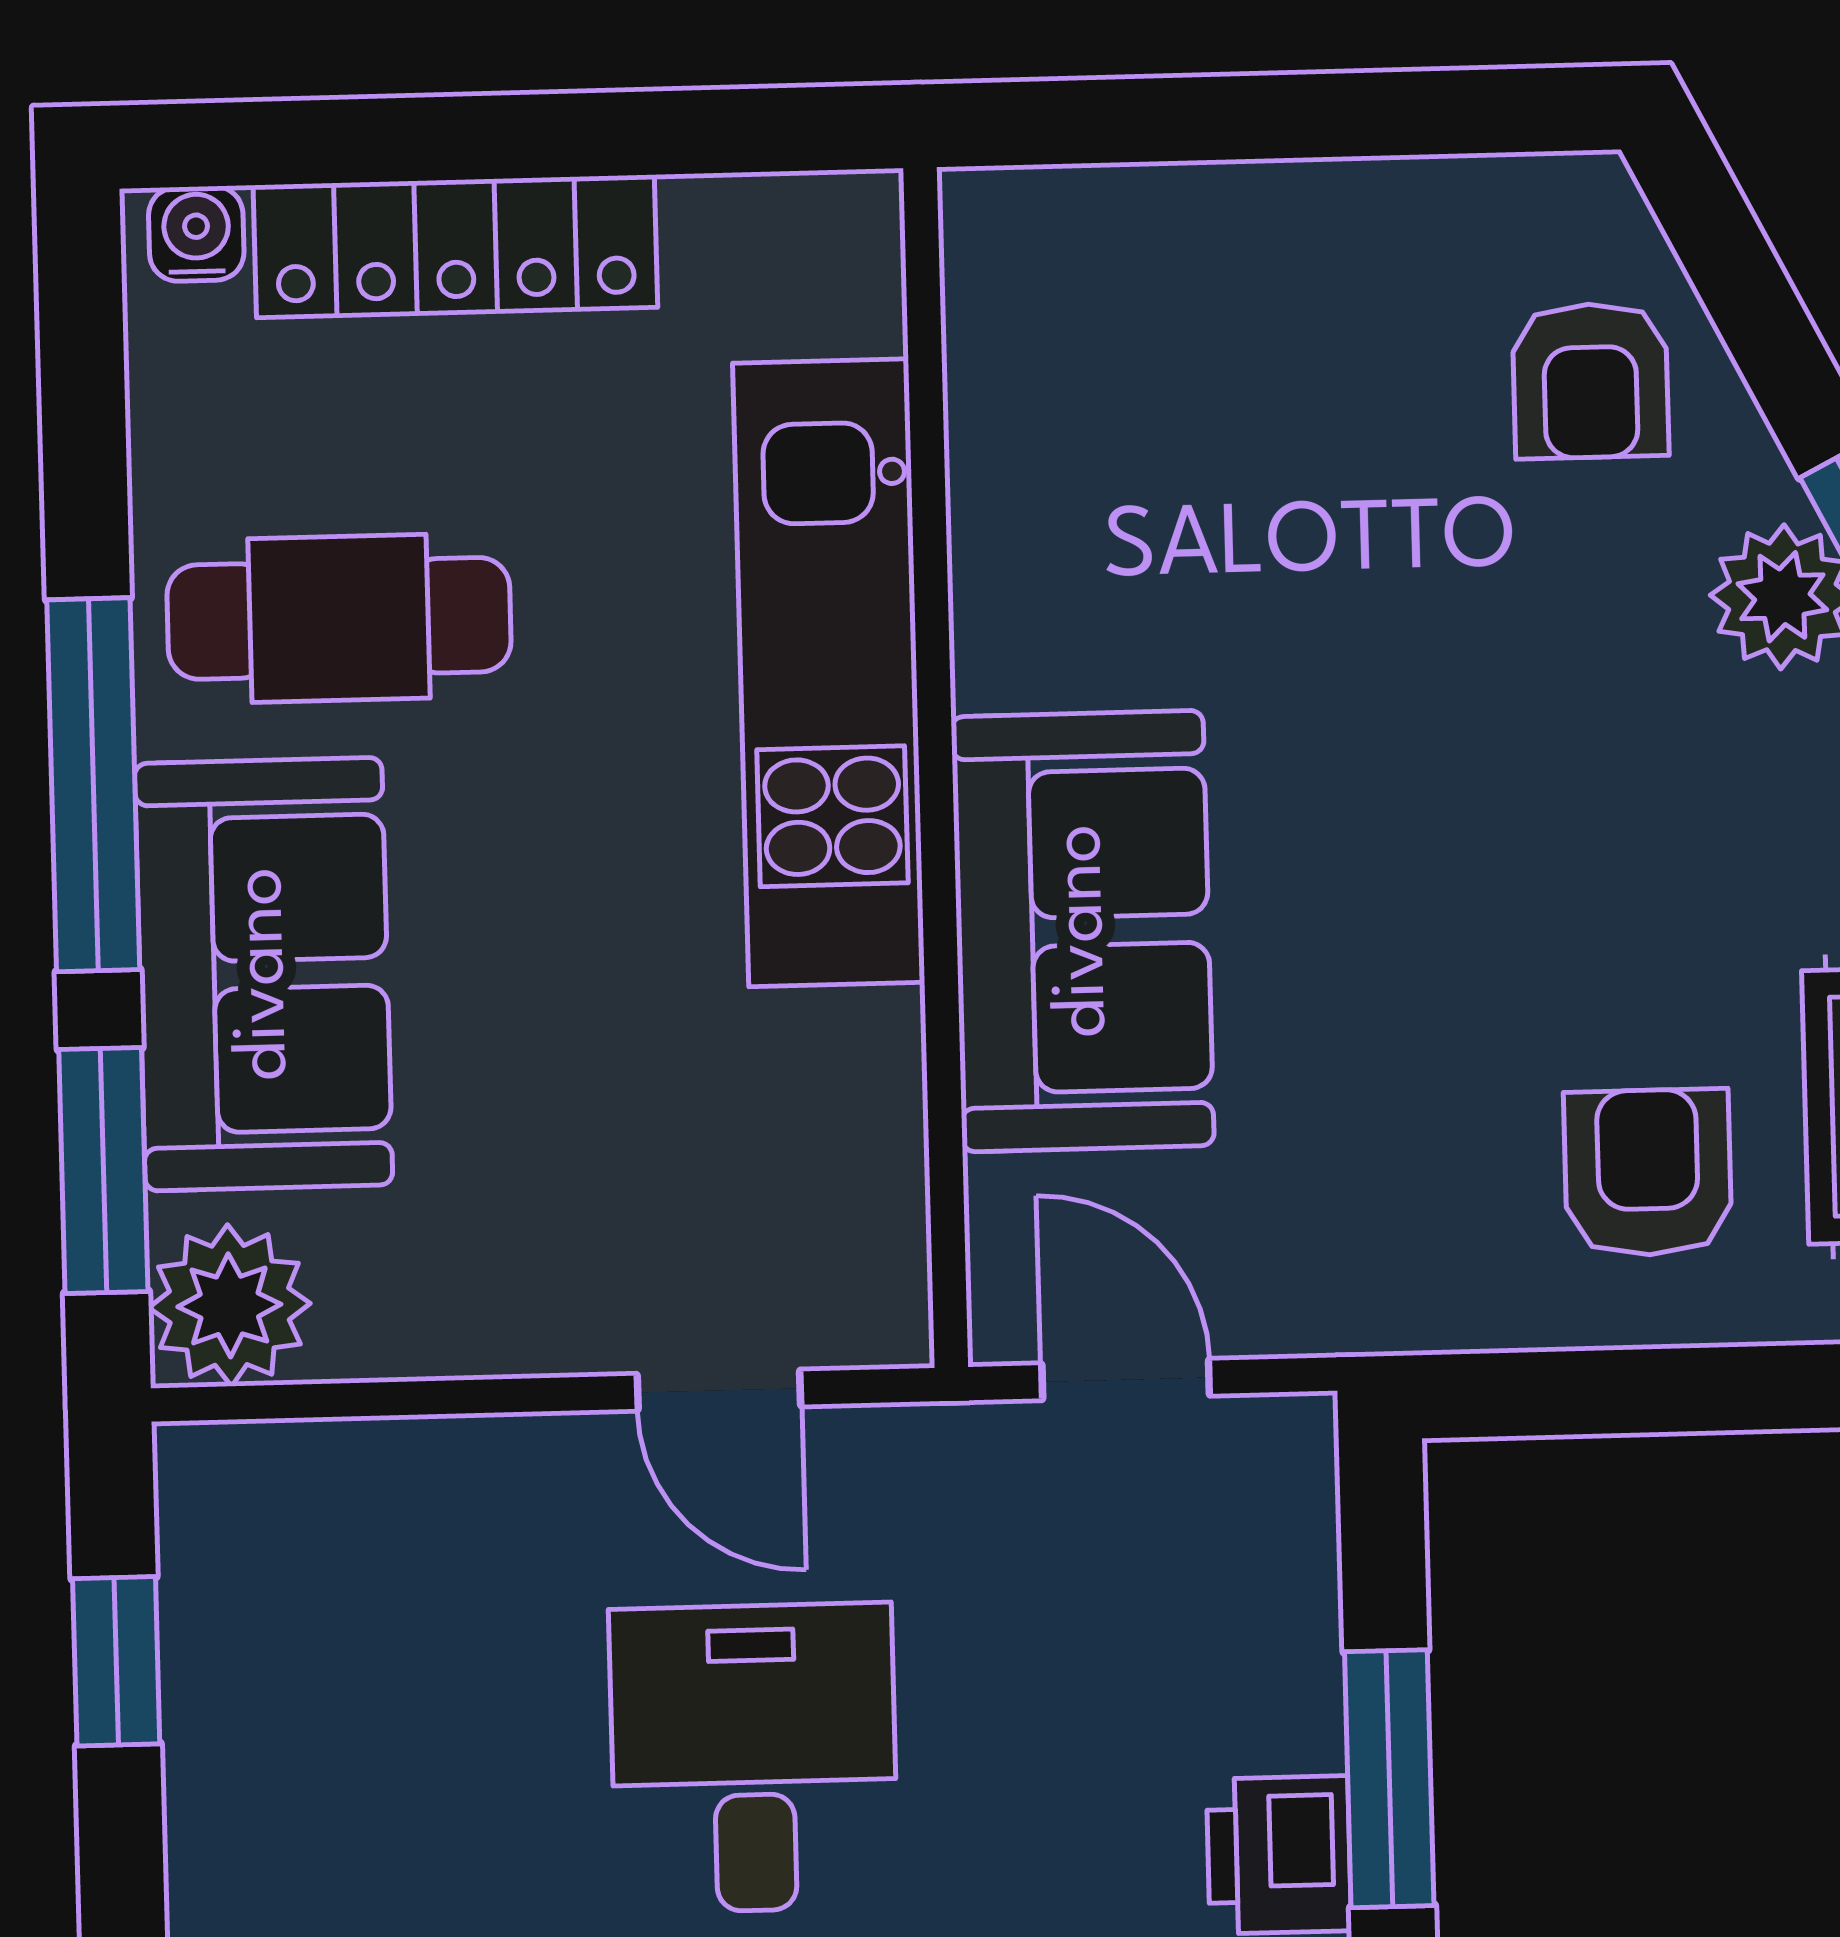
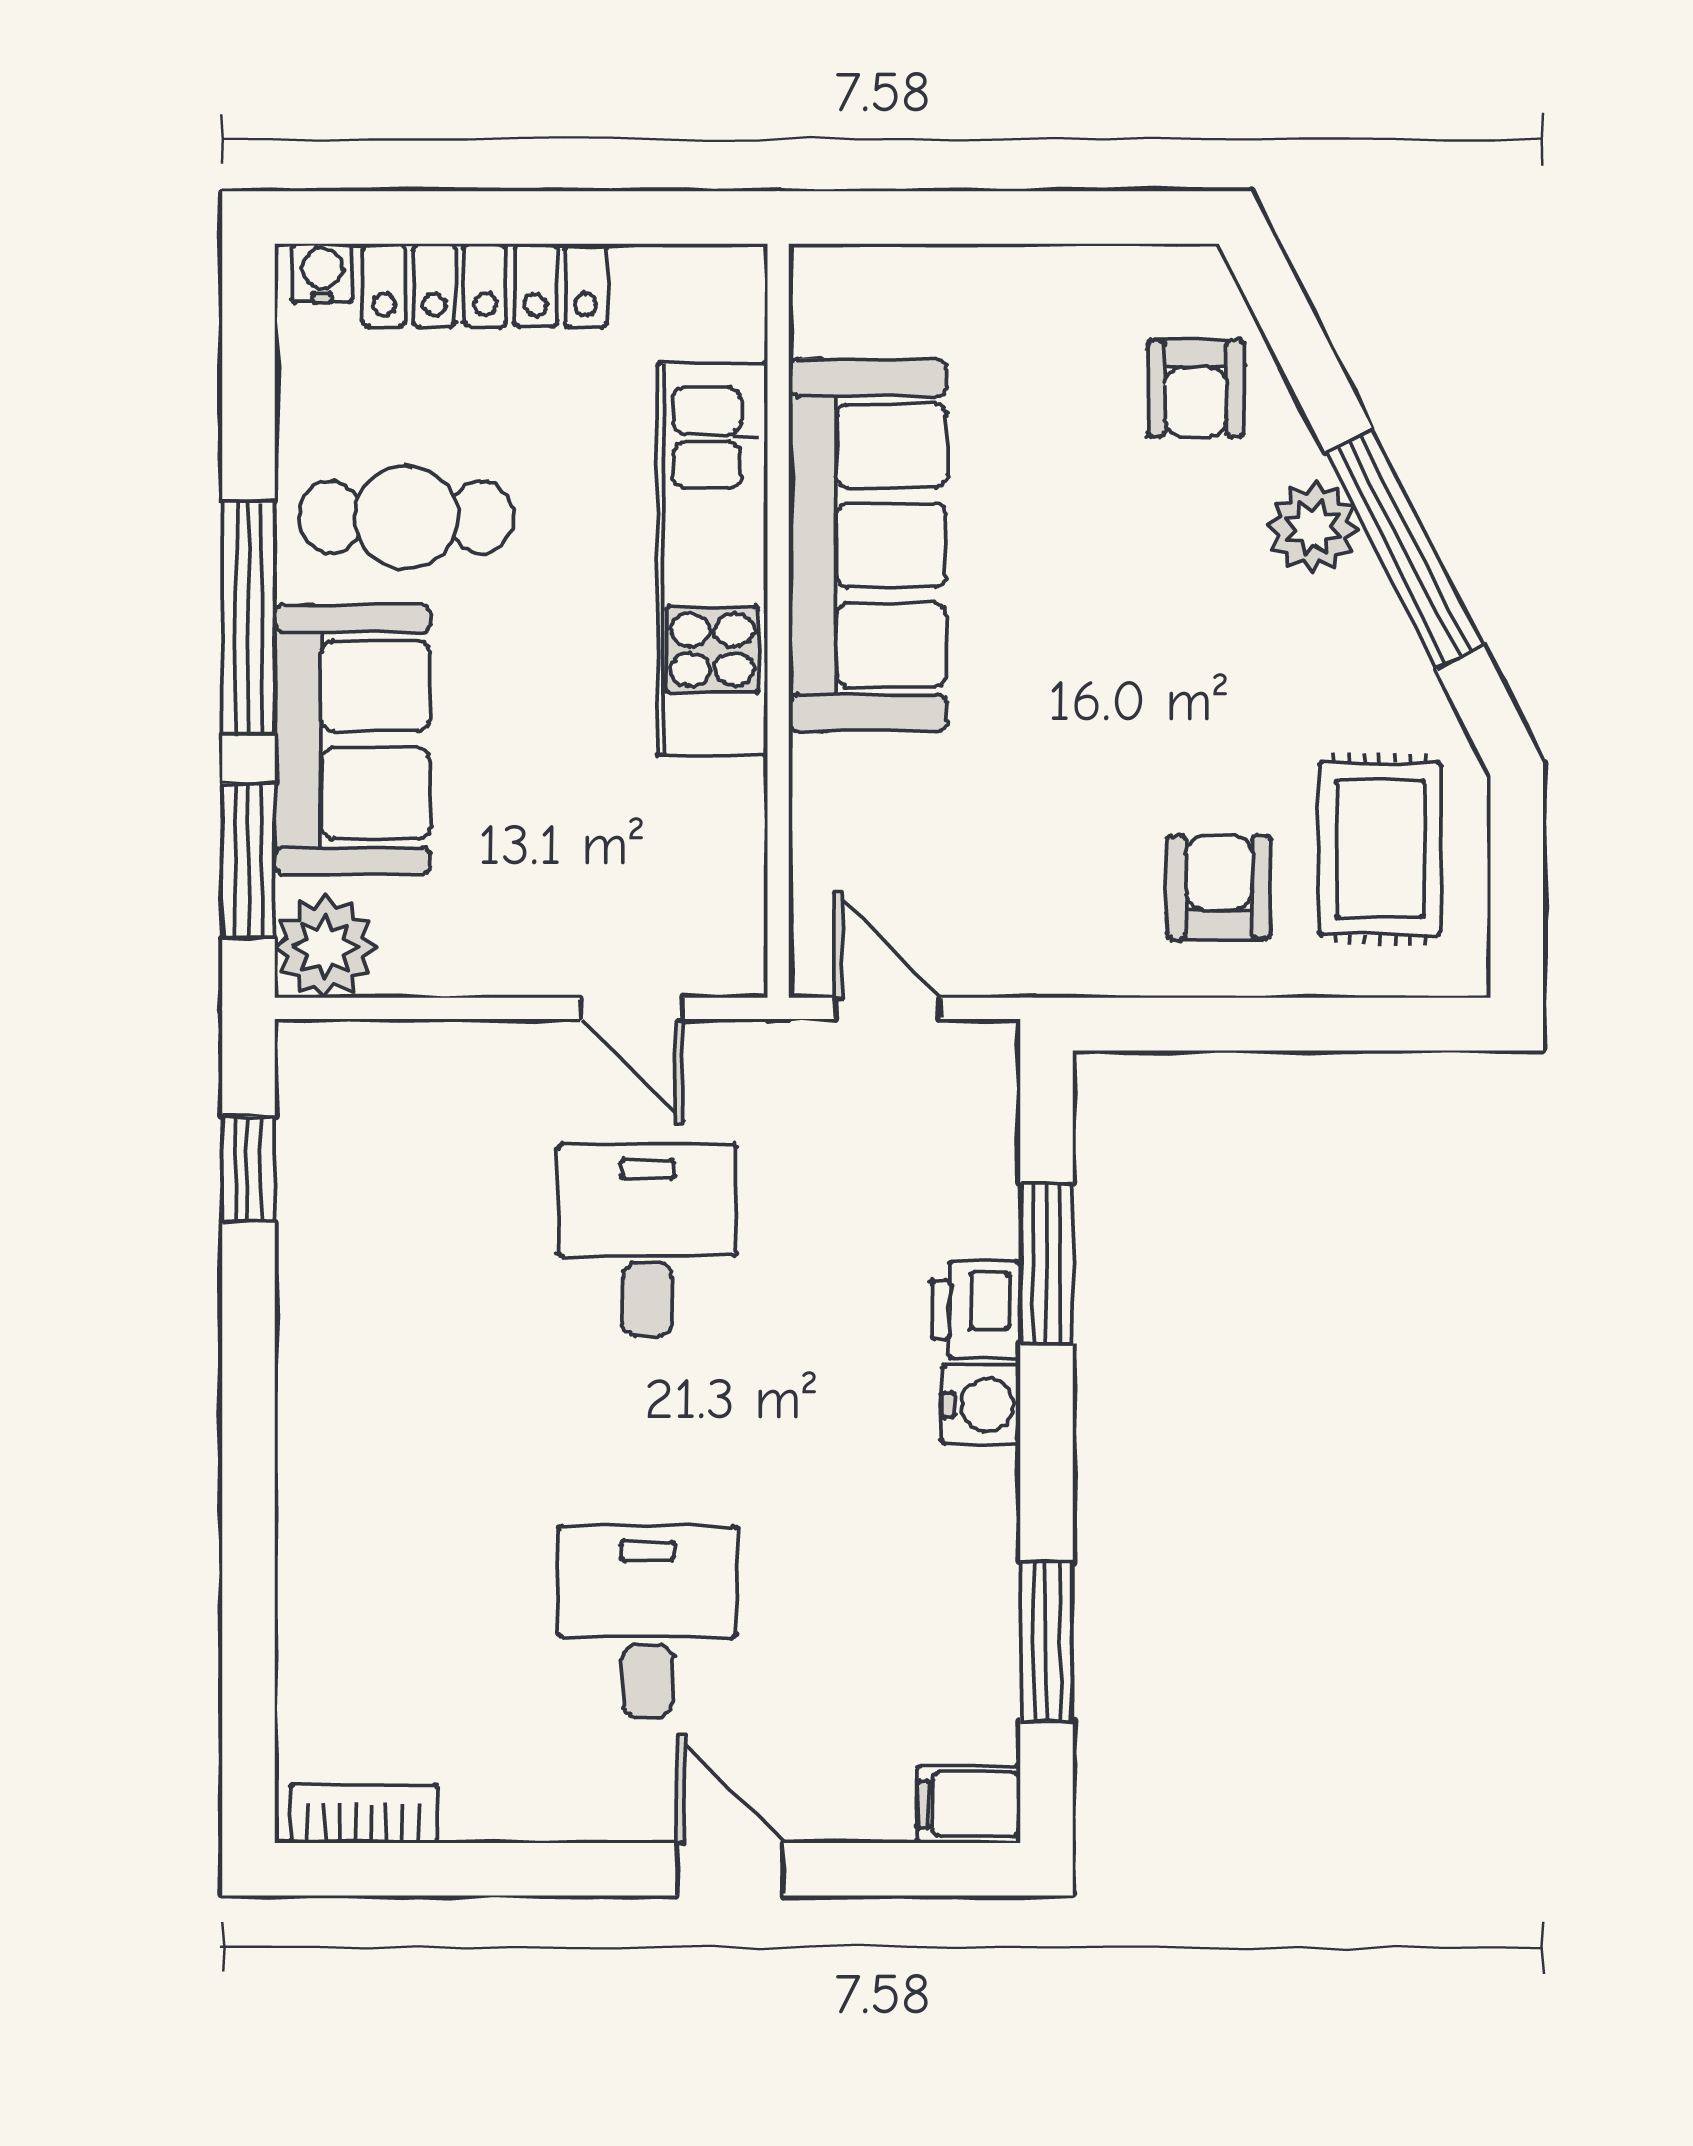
sofa: (1083, 931) -> (868, 545), moved, width x1.36

